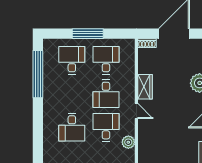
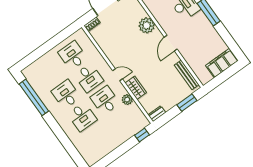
window: (88, 34) -> (48, 46), removed
desk: (72, 60) -> (66, 94), moved
wardrobe: (145, 87) -> (136, 88), moved

